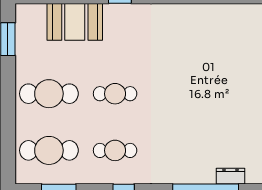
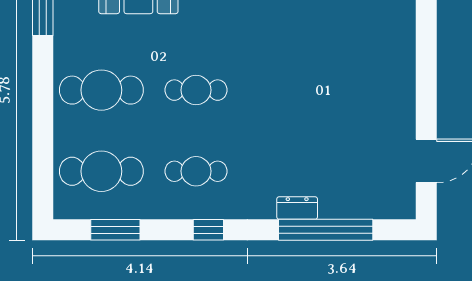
dresser: (231, 176) -> (297, 208), moved

